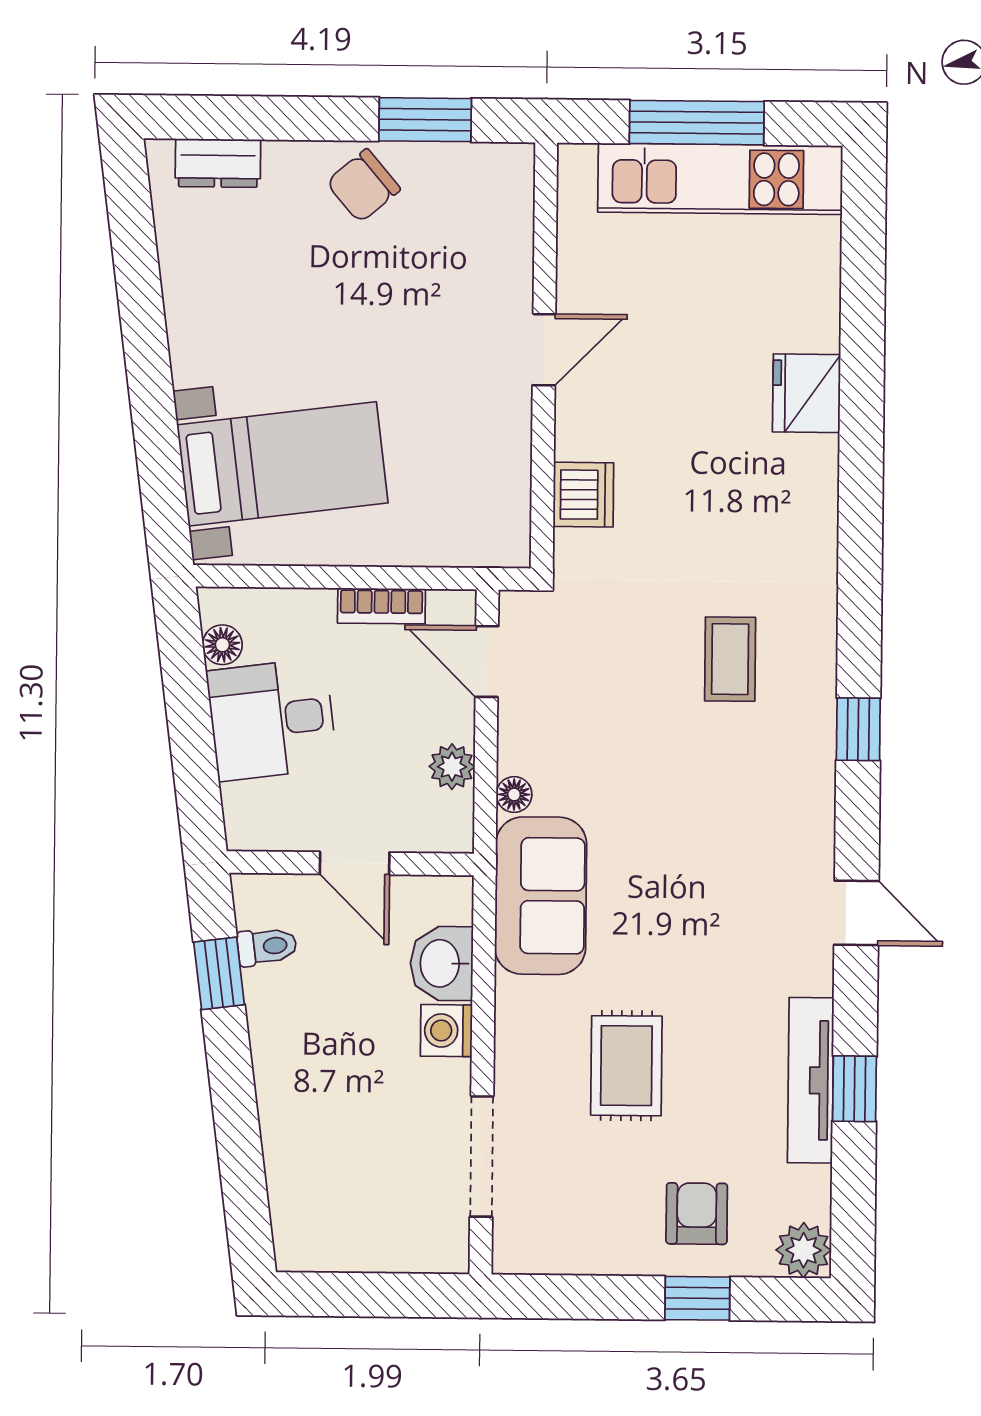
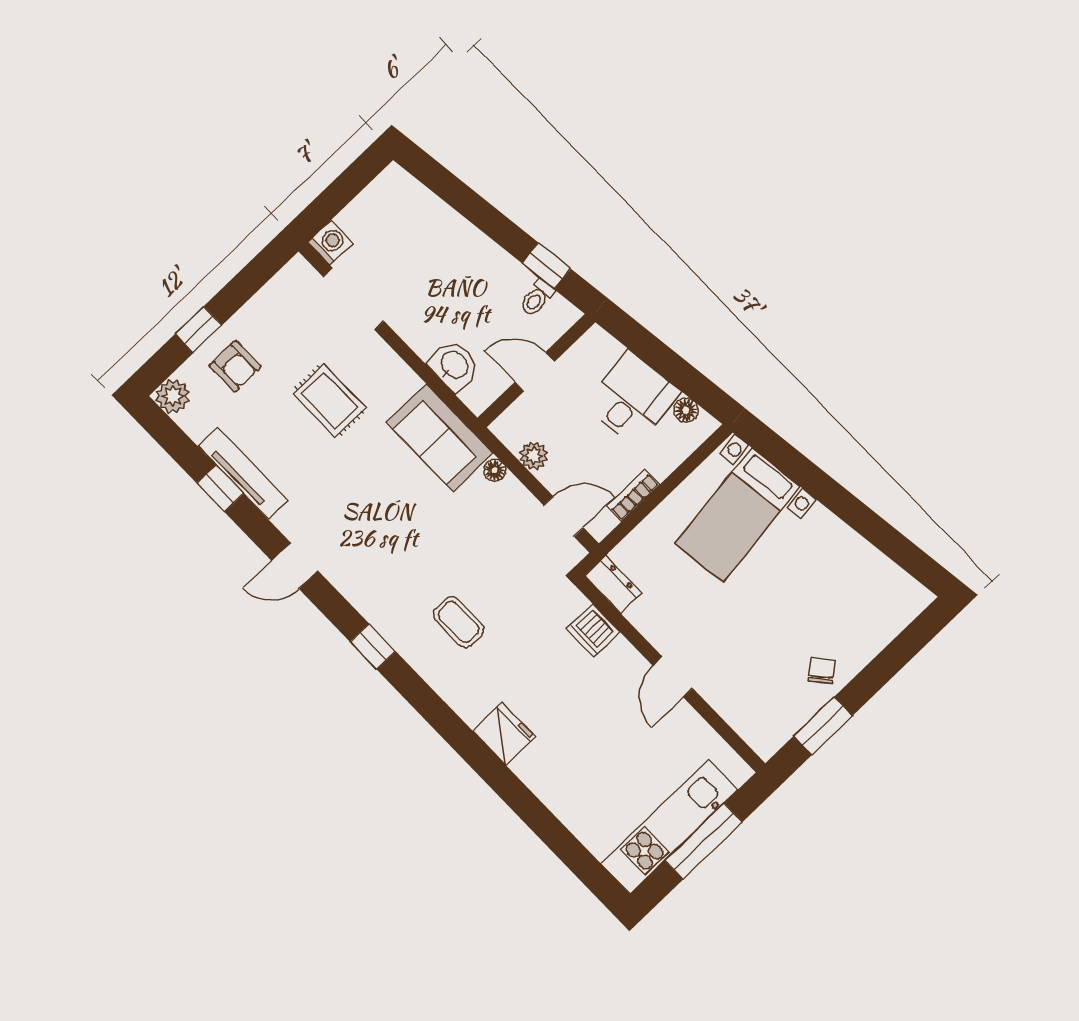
dresser: (218, 163) -> (613, 584), moved, turned 90
chair: (363, 186) -> (822, 671), width x0.73, depth x0.73
fridge: (807, 393) -> (504, 734), moved
washing machine: (446, 1031) -> (330, 243), moved

